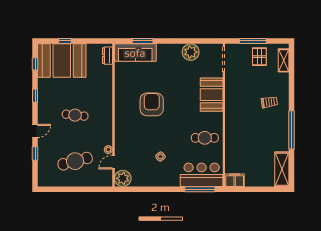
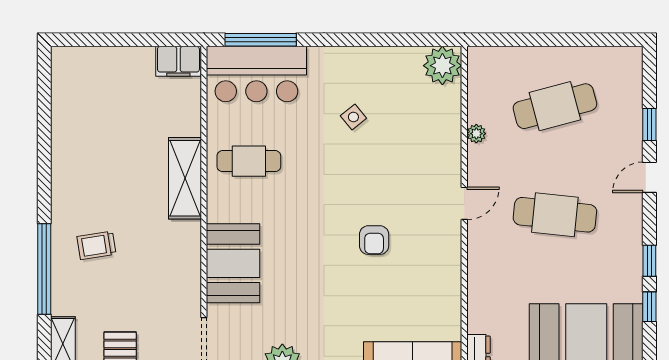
window: (35, 64) -> (649, 307), moved
armchair: (152, 104) -> (374, 240), width x0.53, depth x0.53
cafe table: (75, 115) -> (555, 215), width x1.37, depth x1.35
window: (292, 130) -> (44, 269), moved
door: (113, 162) -> (464, 203), moved
shelving: (282, 169) -> (185, 178), moved

